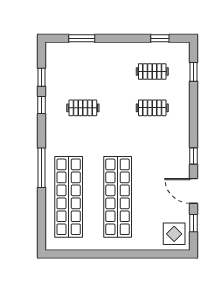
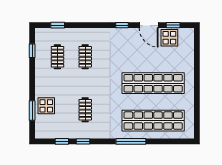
display table: (88, 57) -> (46, 106), added
door: (194, 191) -> (149, 25), hinge flipped
display table: (174, 234) -> (169, 38), moved

